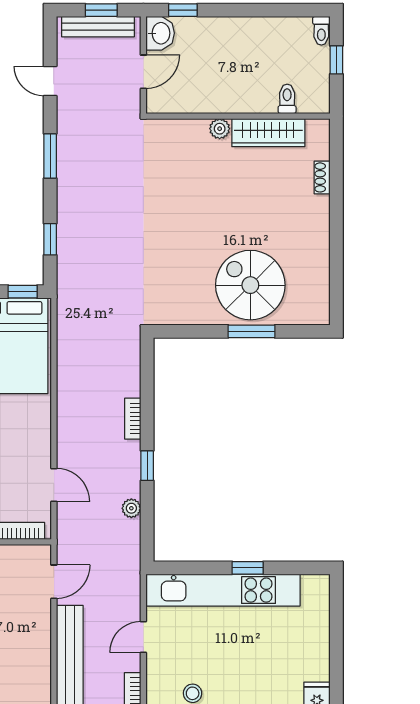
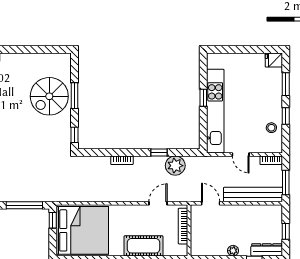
window: (50, 239) -> (24, 205), width x2.17
window: (179, 331) -> (74, 135), added
window: (147, 466) -> (159, 152), moved
plant: (131, 508) -> (175, 166), width x1.88, depth x1.88

